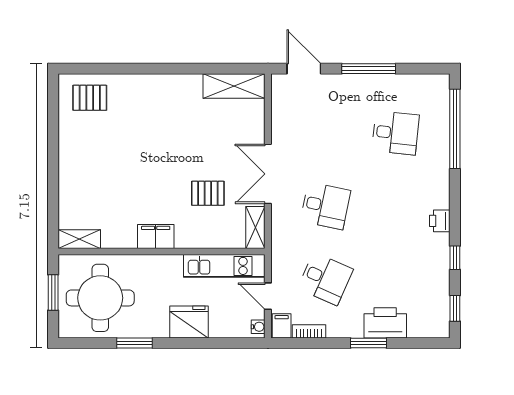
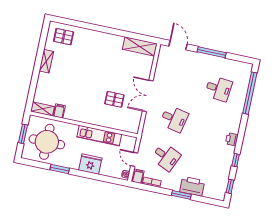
shelving: (255, 227) -> (46, 61), moved
filing cabinet: (156, 236) -> (59, 111), moved, width x0.50
kitchen unit: (224, 266) -> (99, 136), moved

